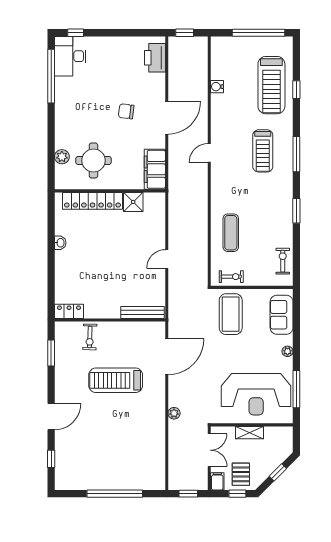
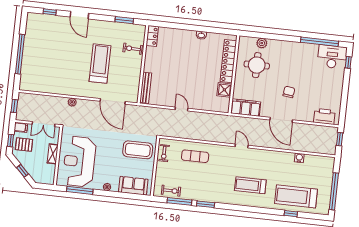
door: (209, 153) -> (242, 146), moved
window: (296, 154) -> (179, 201), moved

